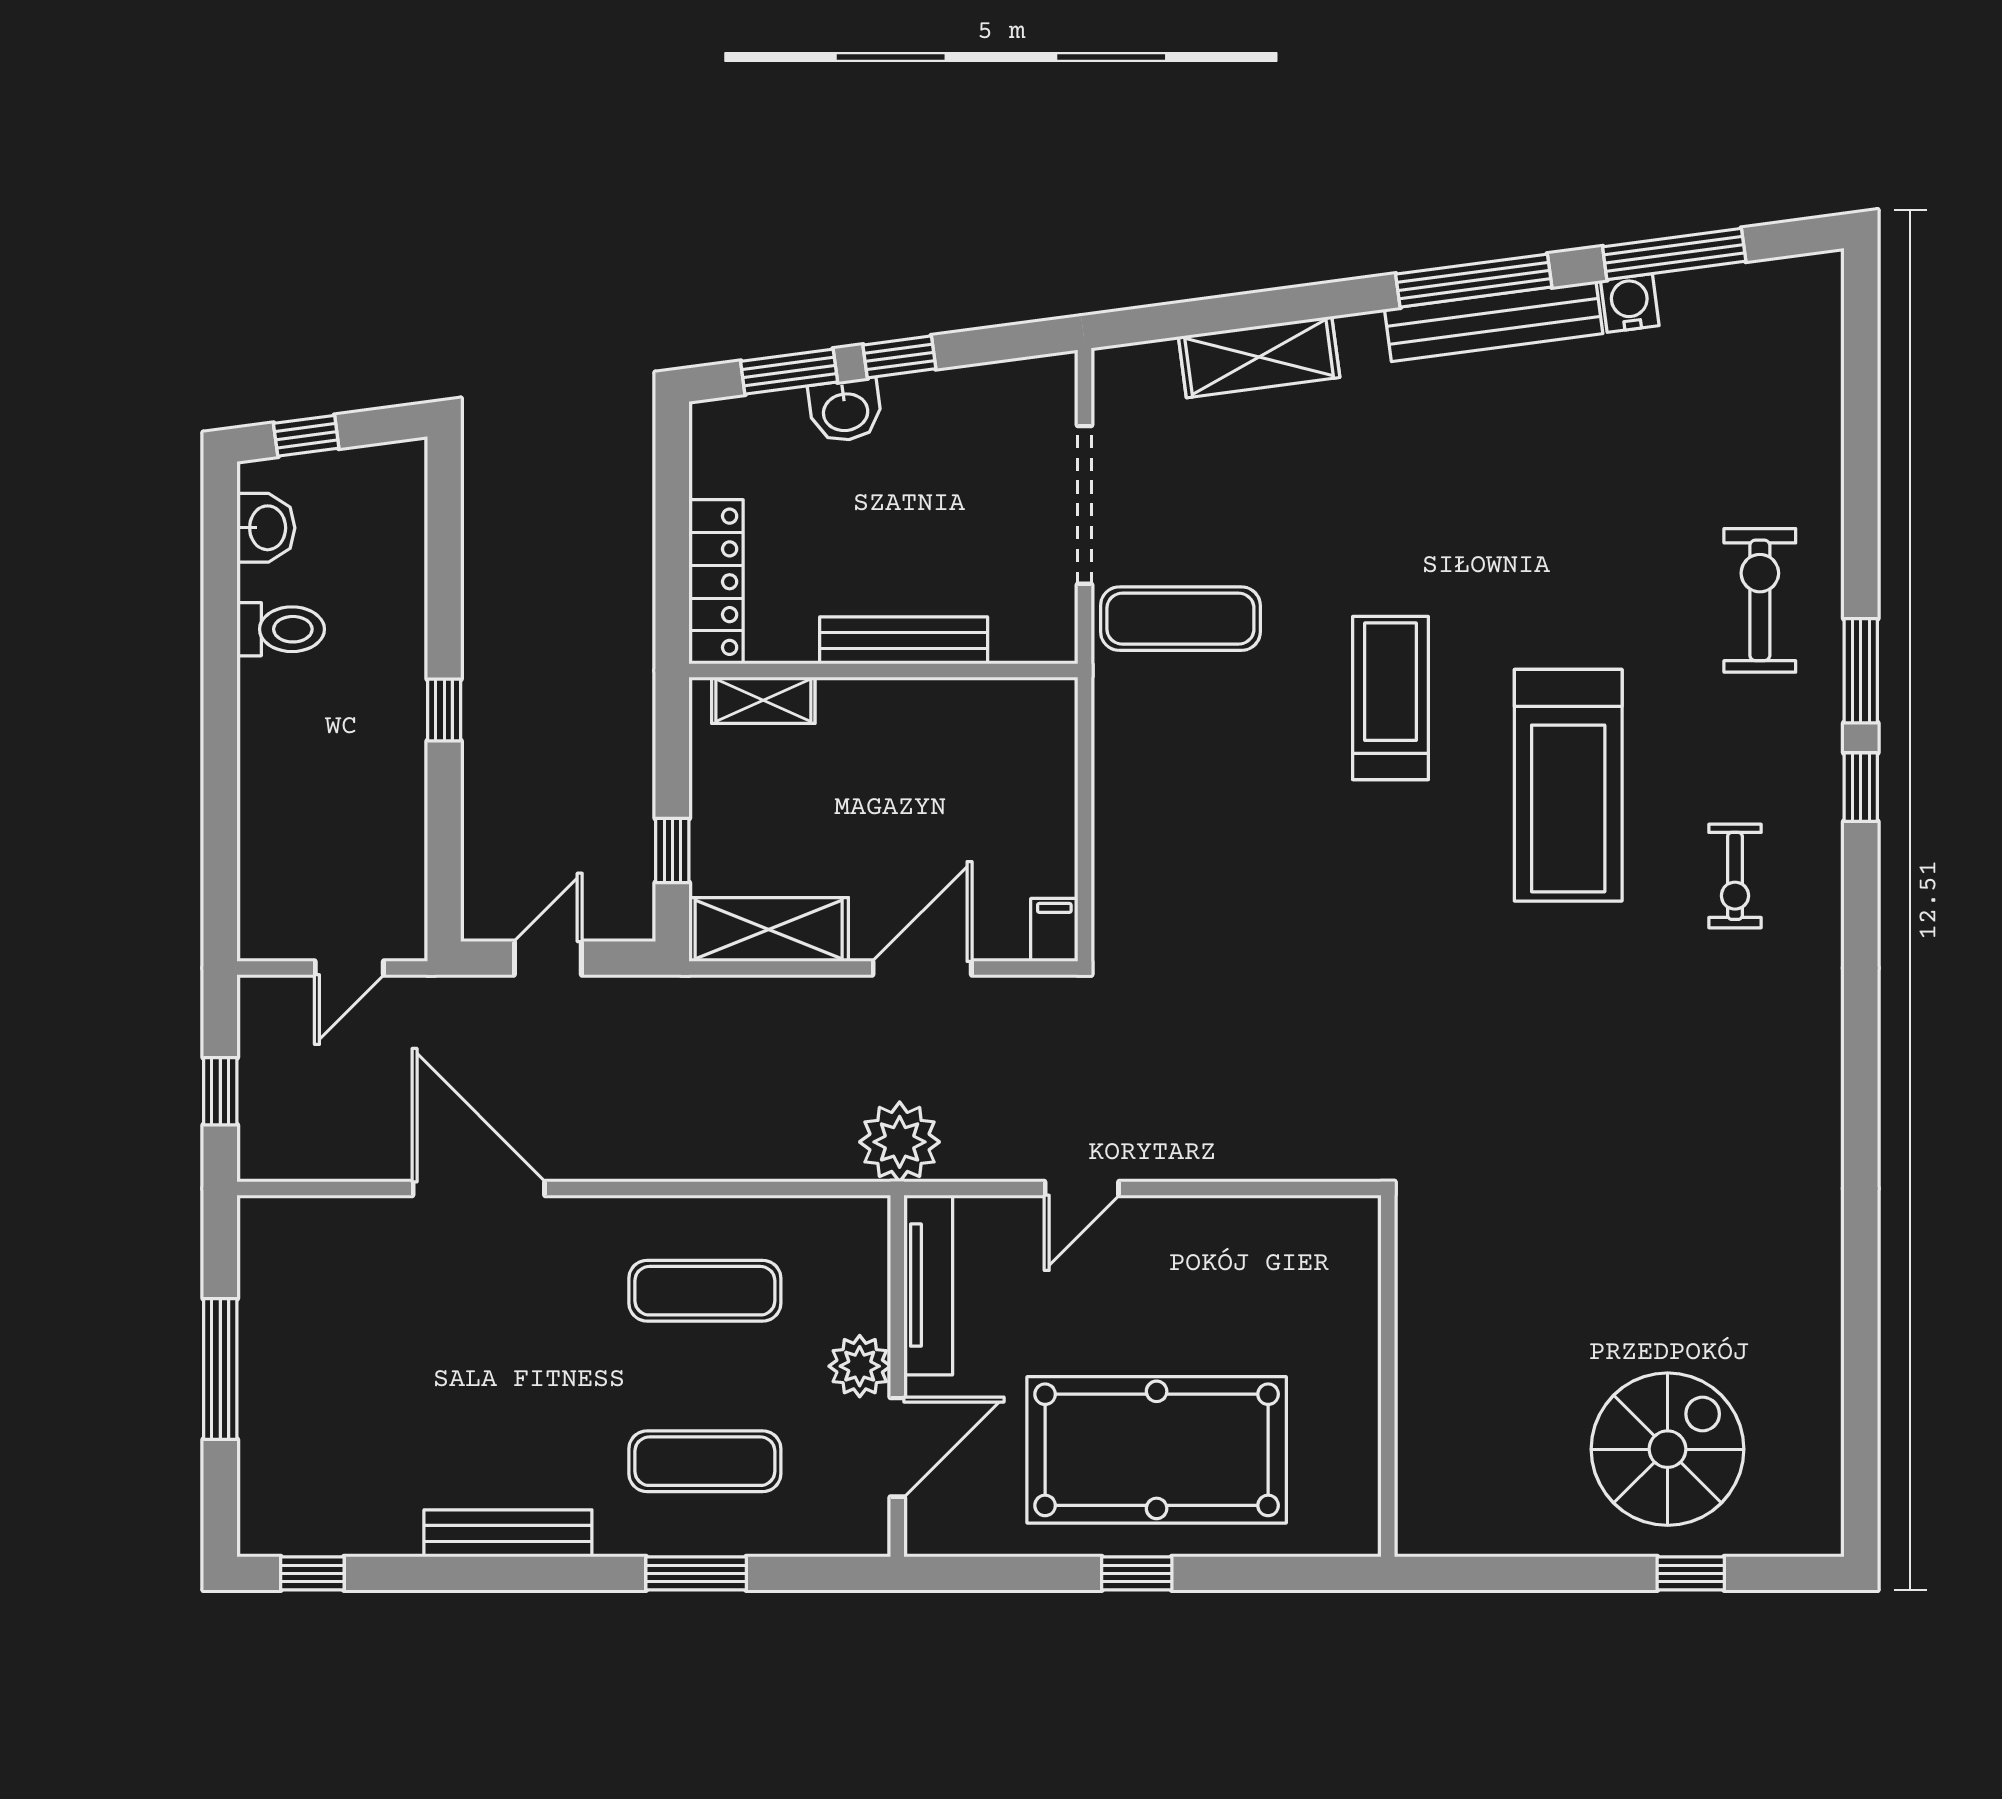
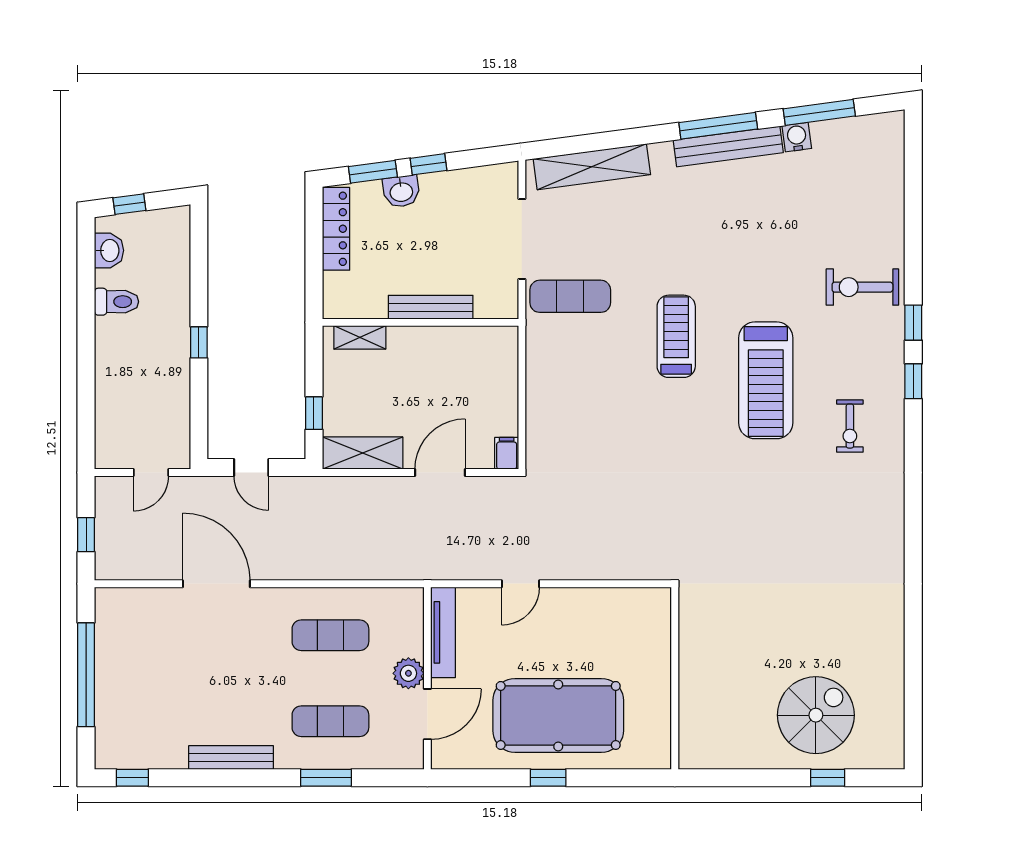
shelving: (1259, 357) -> (592, 167), width x1.47
locker: (716, 582) -> (336, 229), moved
exercise bike: (1760, 600) -> (862, 287), turned -90
window: (1861, 671) -> (913, 323), width x0.67
door: (548, 958) -> (251, 468), swing flipped
plant: (900, 1142) -> (429, 560), removed
window: (220, 1369) -> (86, 675), width x1.46

